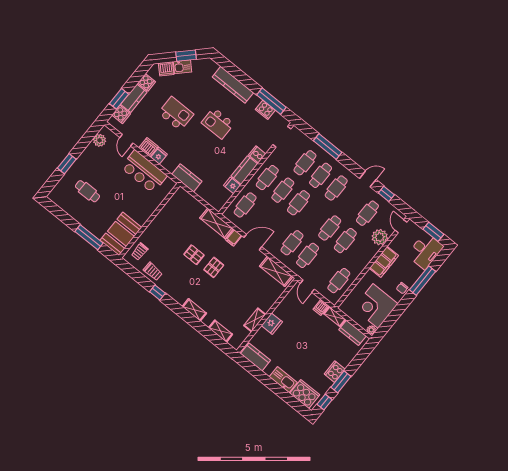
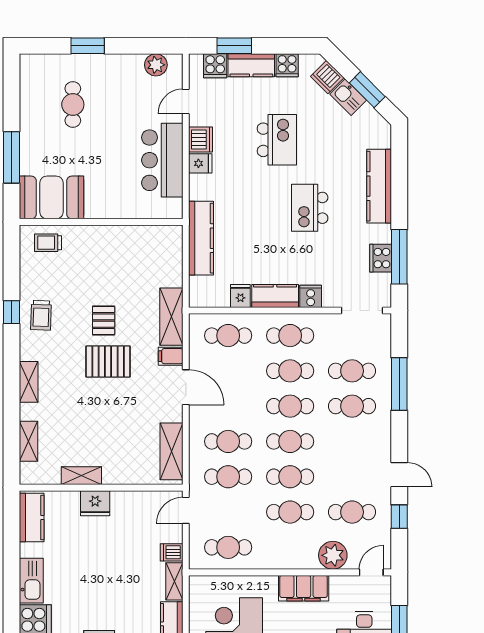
kitchen counter: (187, 178) -> (201, 238), width x1.50
cafe table: (336, 188) -> (290, 441), moved
pallet: (214, 267) -> (108, 362), width x1.50, depth x1.42
trolley: (153, 271) -> (41, 315), moved

